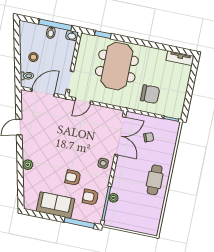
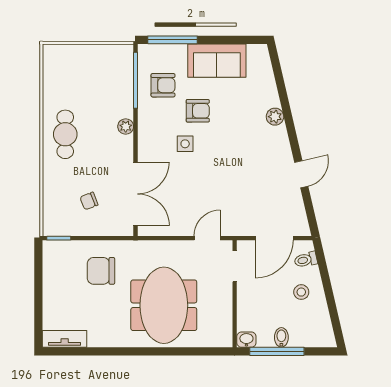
window: (103, 35) -> (197, 351), removed
double door: (120, 136) -> (135, 194), swing flipped
side table: (103, 163) -> (185, 144), moved
plant: (113, 198) -> (126, 126), moved

